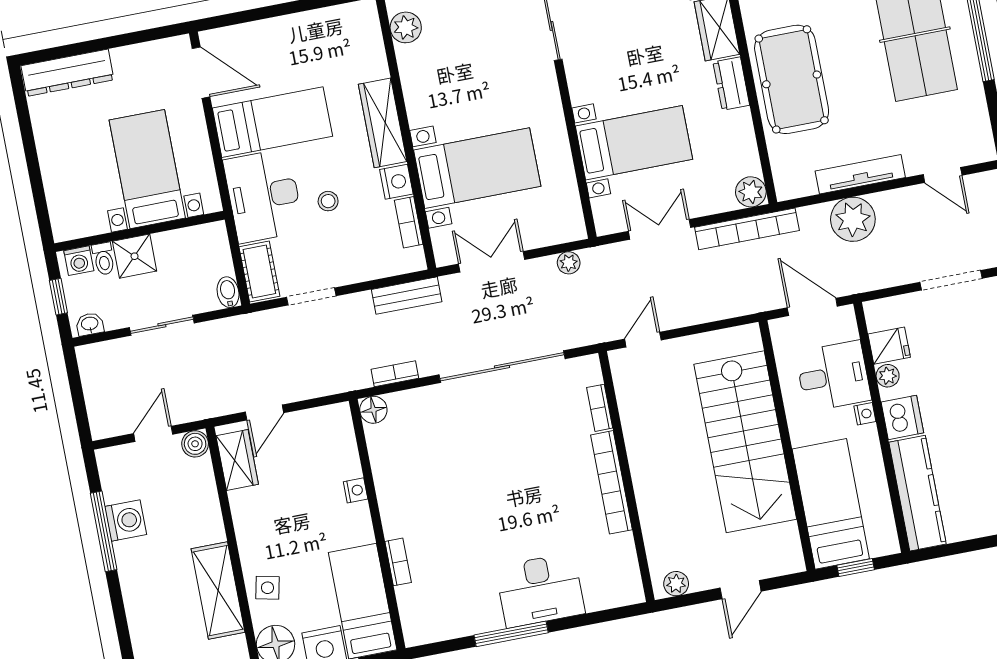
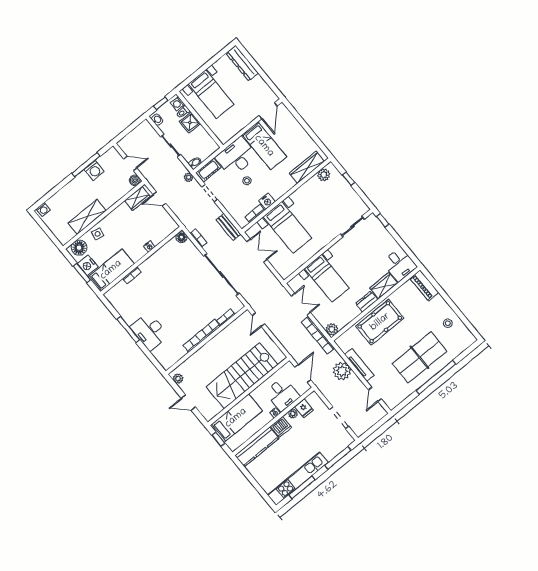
wardrobe: (383, 123) -> (307, 167), moved
bed with nightstands: (147, 169) -> (211, 94), moved, turned 90
plant: (569, 263) -> (189, 177), moved
door: (643, 340) -> (258, 320), swing flipped

